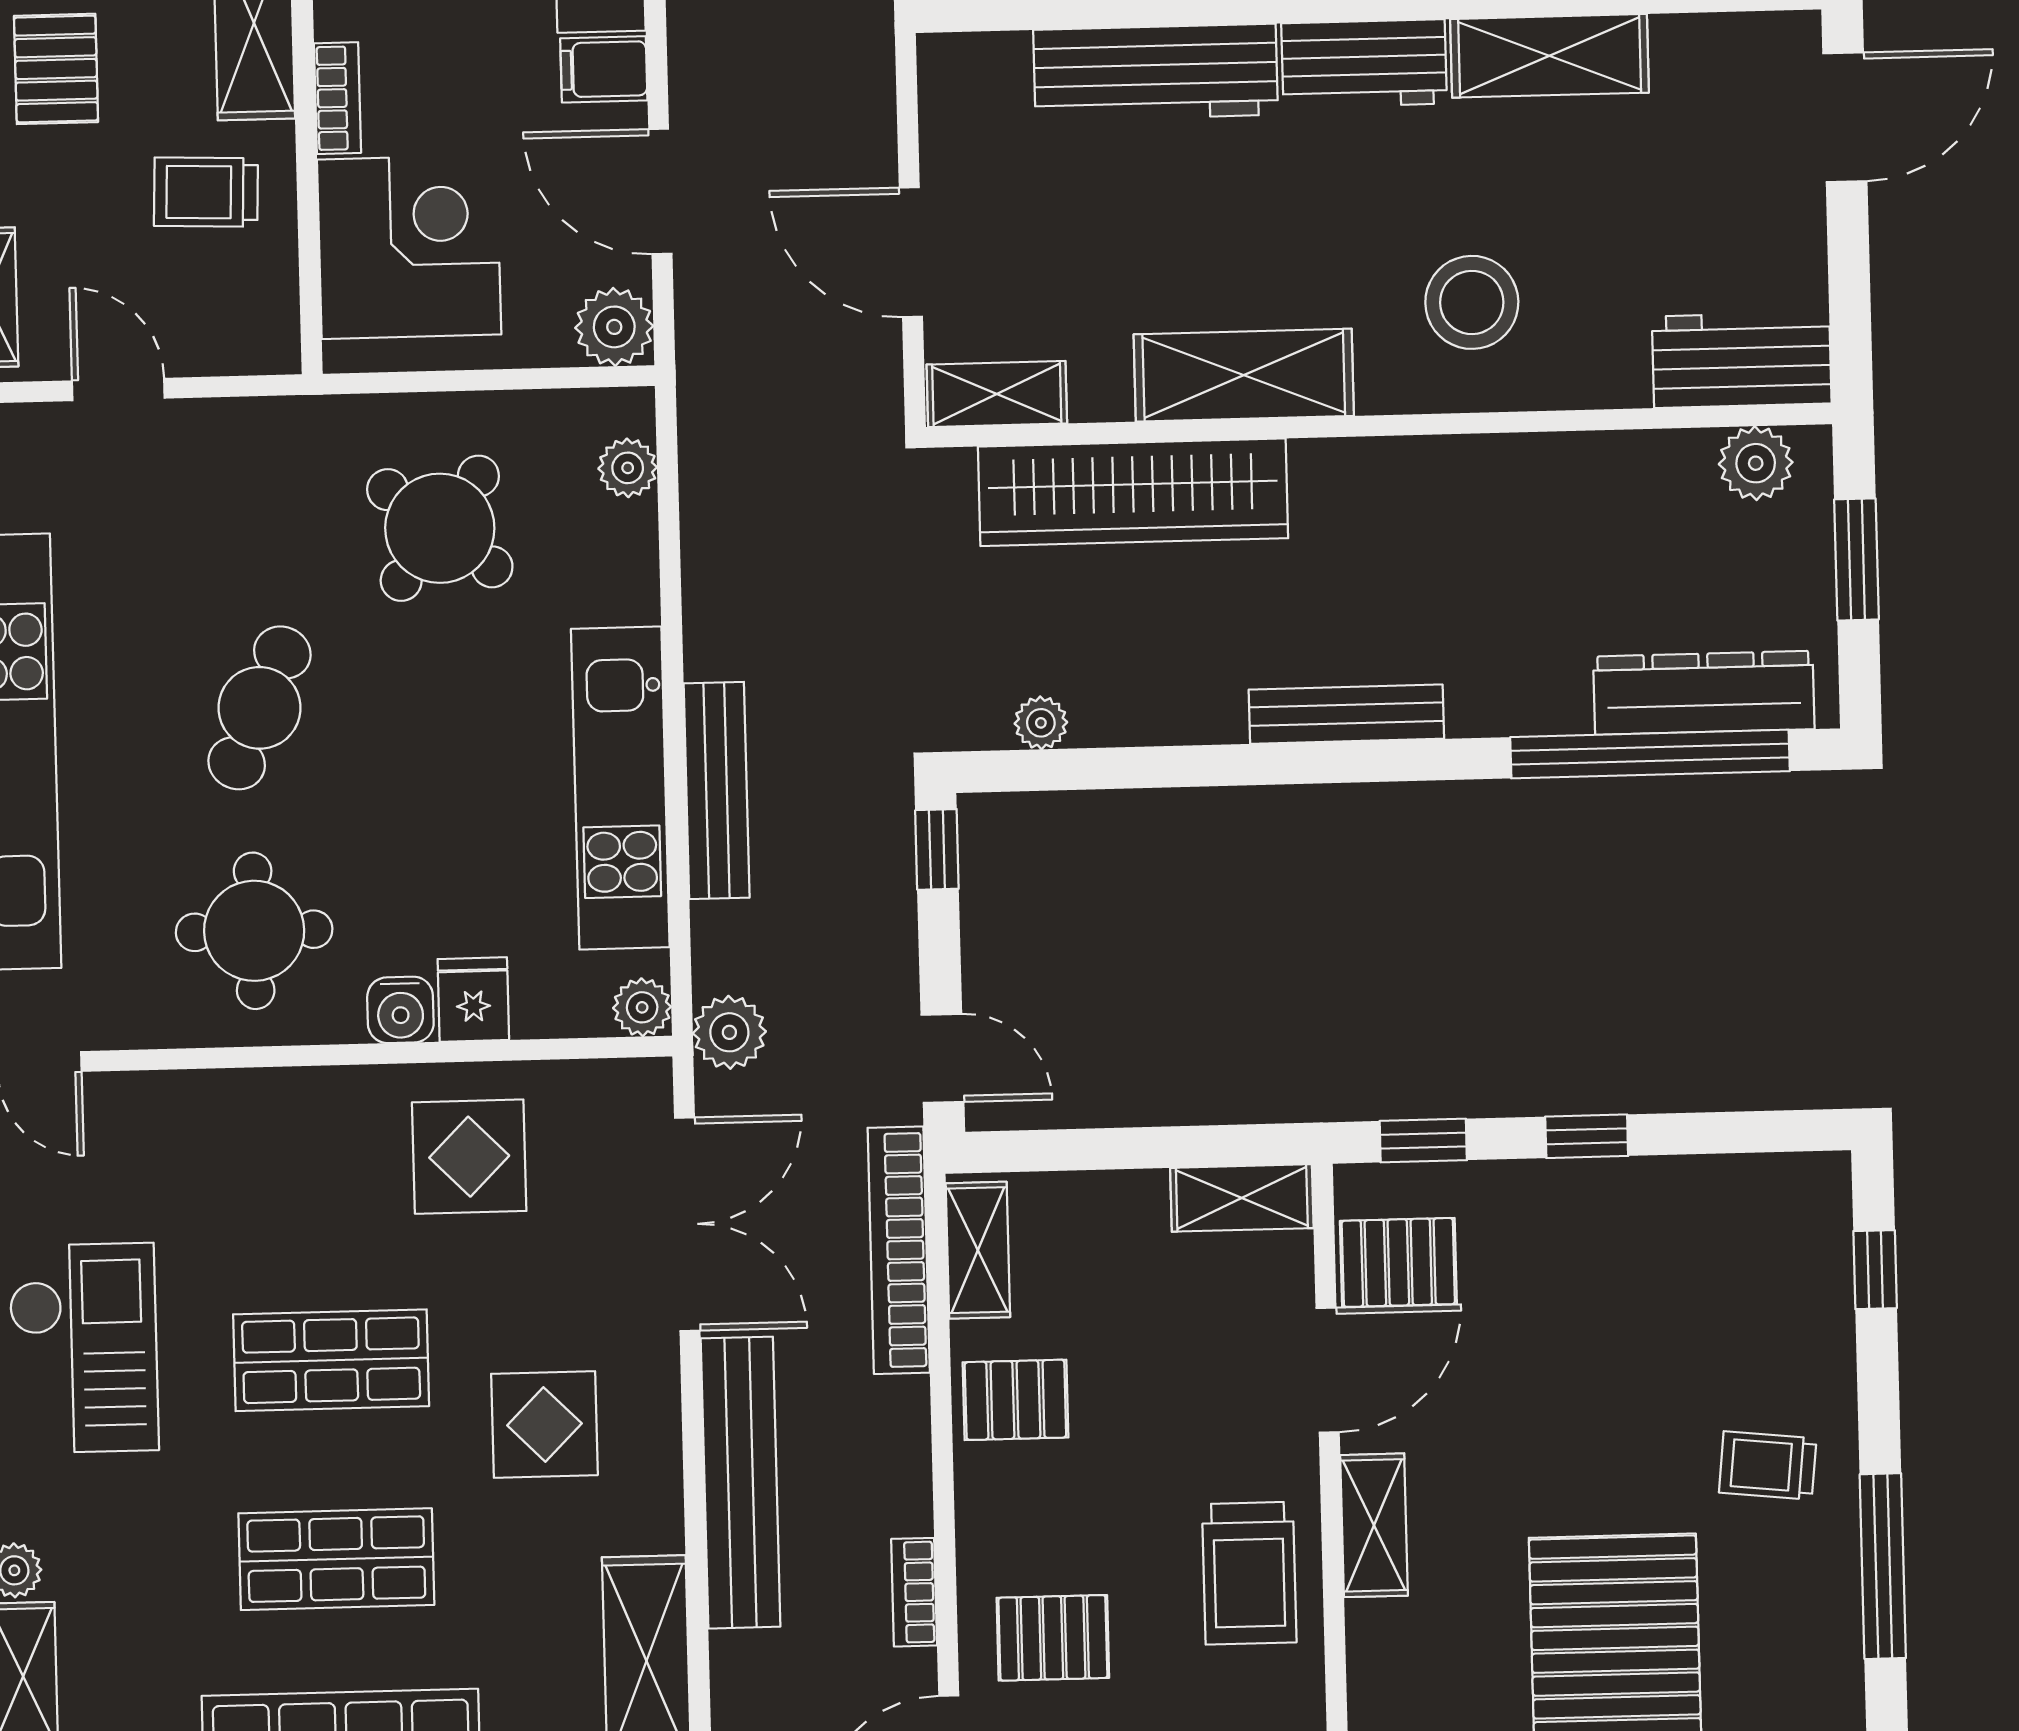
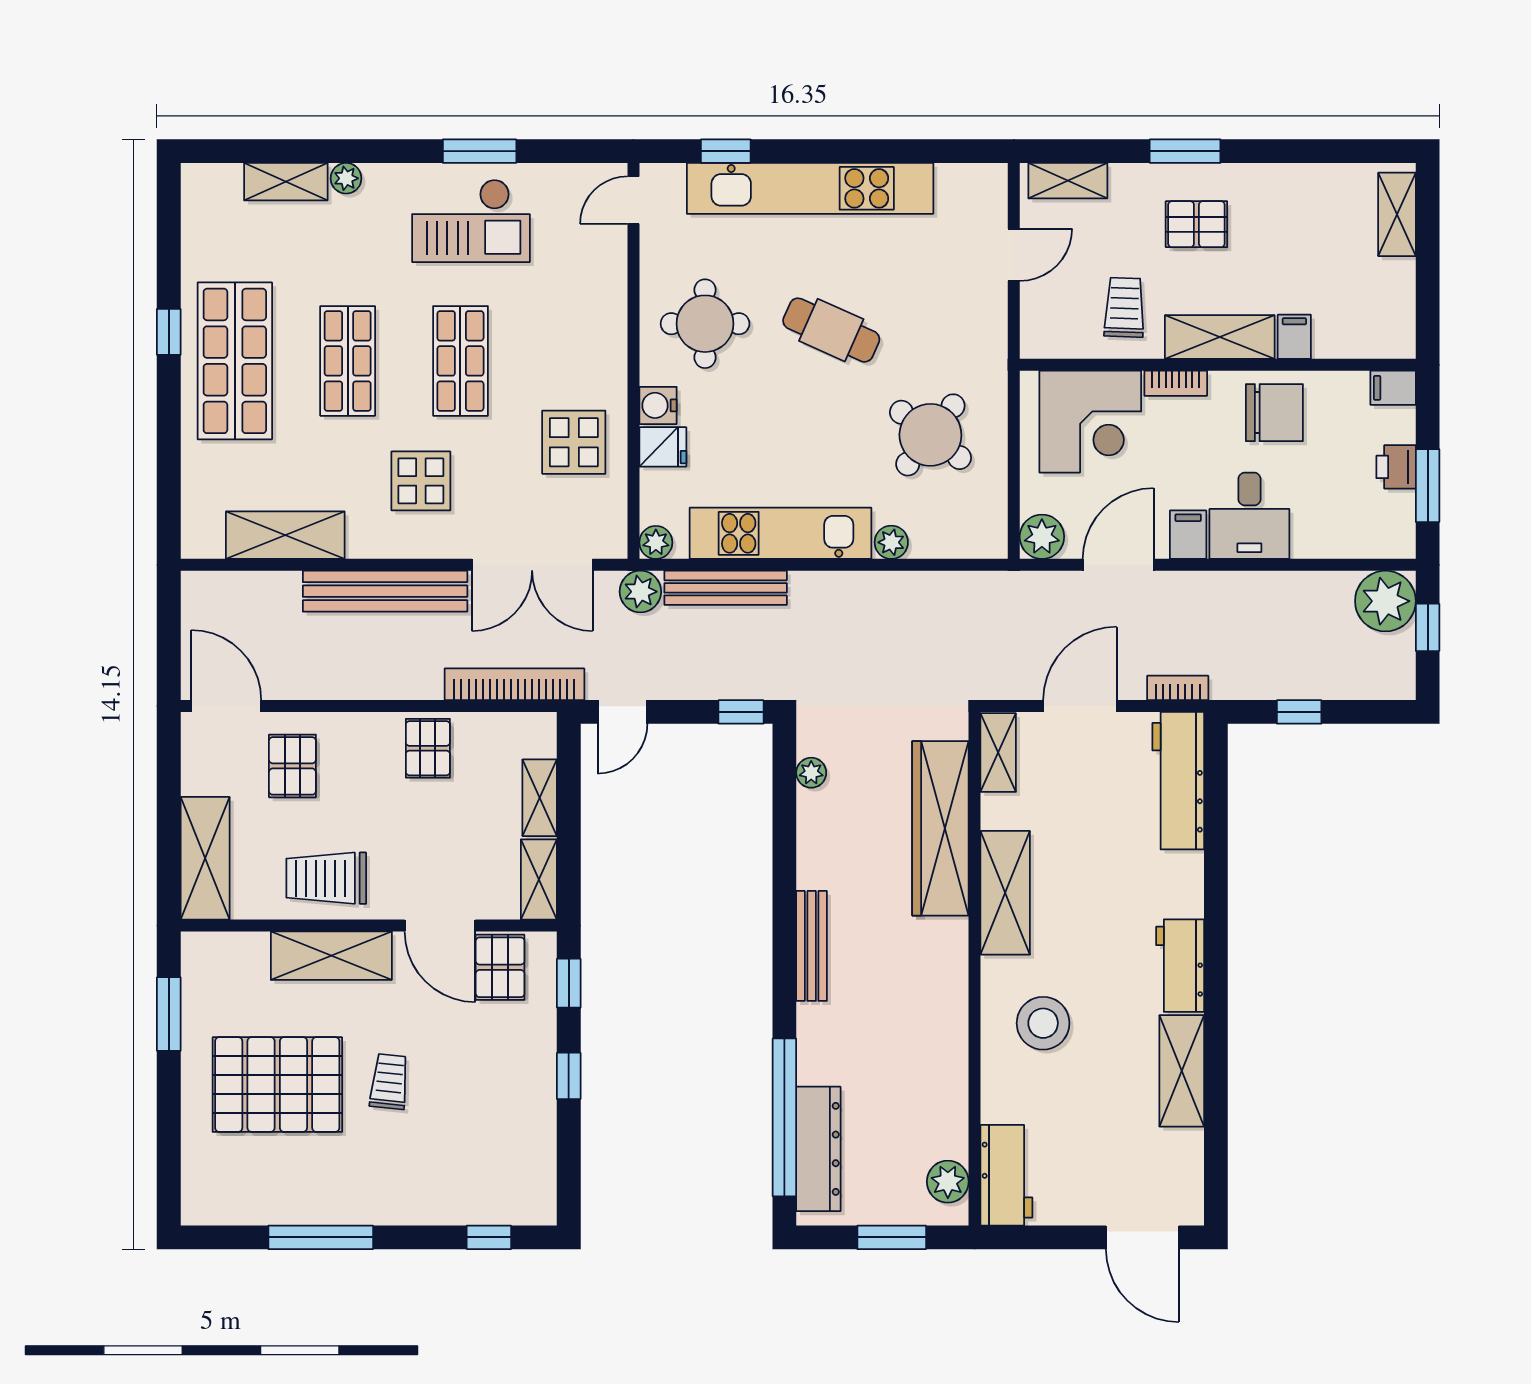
workbench: (1156, 72) -> (1178, 781), moved
plant: (628, 468) -> (891, 542), moved
bench: (717, 791) -> (726, 588), moved
shelving: (978, 1250) -> (540, 798), moved, turned 90
trolley: (1768, 1465) -> (389, 1082), moved
shelving: (1374, 1525) -> (331, 956), width x1.50, depth x1.33
bookcase: (914, 1592) -> (1178, 688), moved

